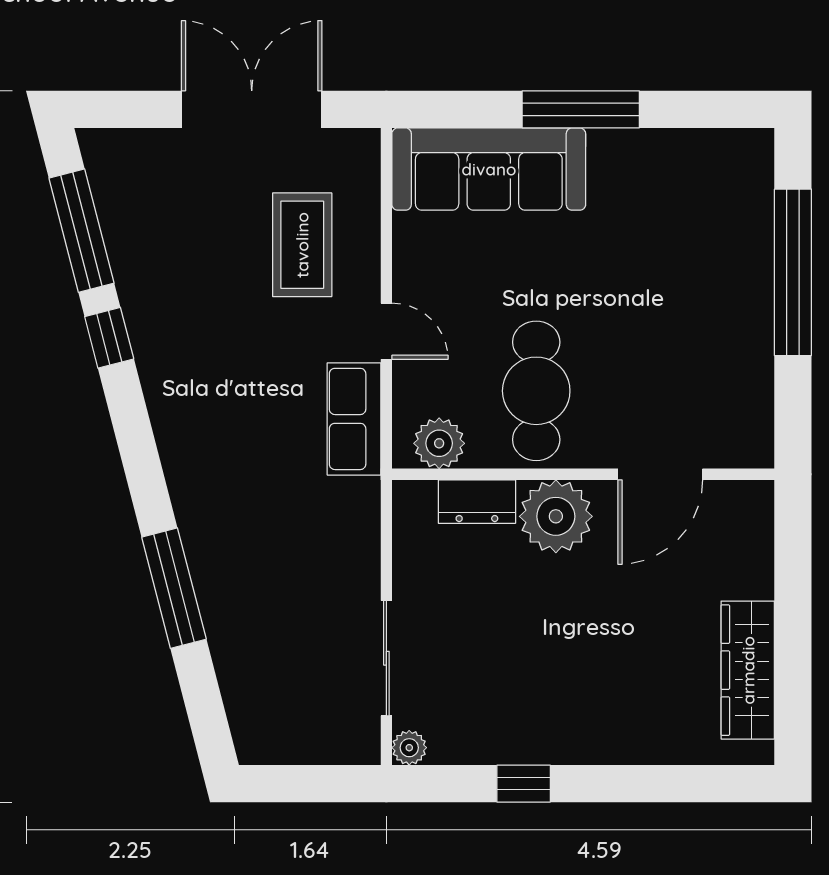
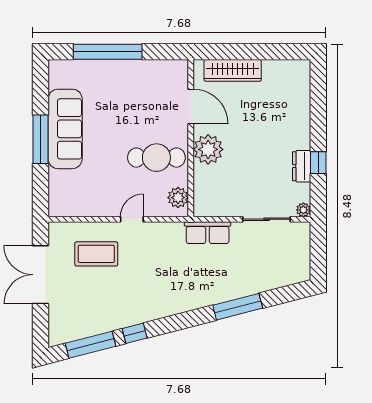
sofa: (489, 169) -> (65, 129), moved
row of seats: (354, 419) -> (208, 233), moved
dresser: (477, 502) -> (302, 166), moved, turned 180
wardrobe: (748, 670) -> (233, 70), moved

